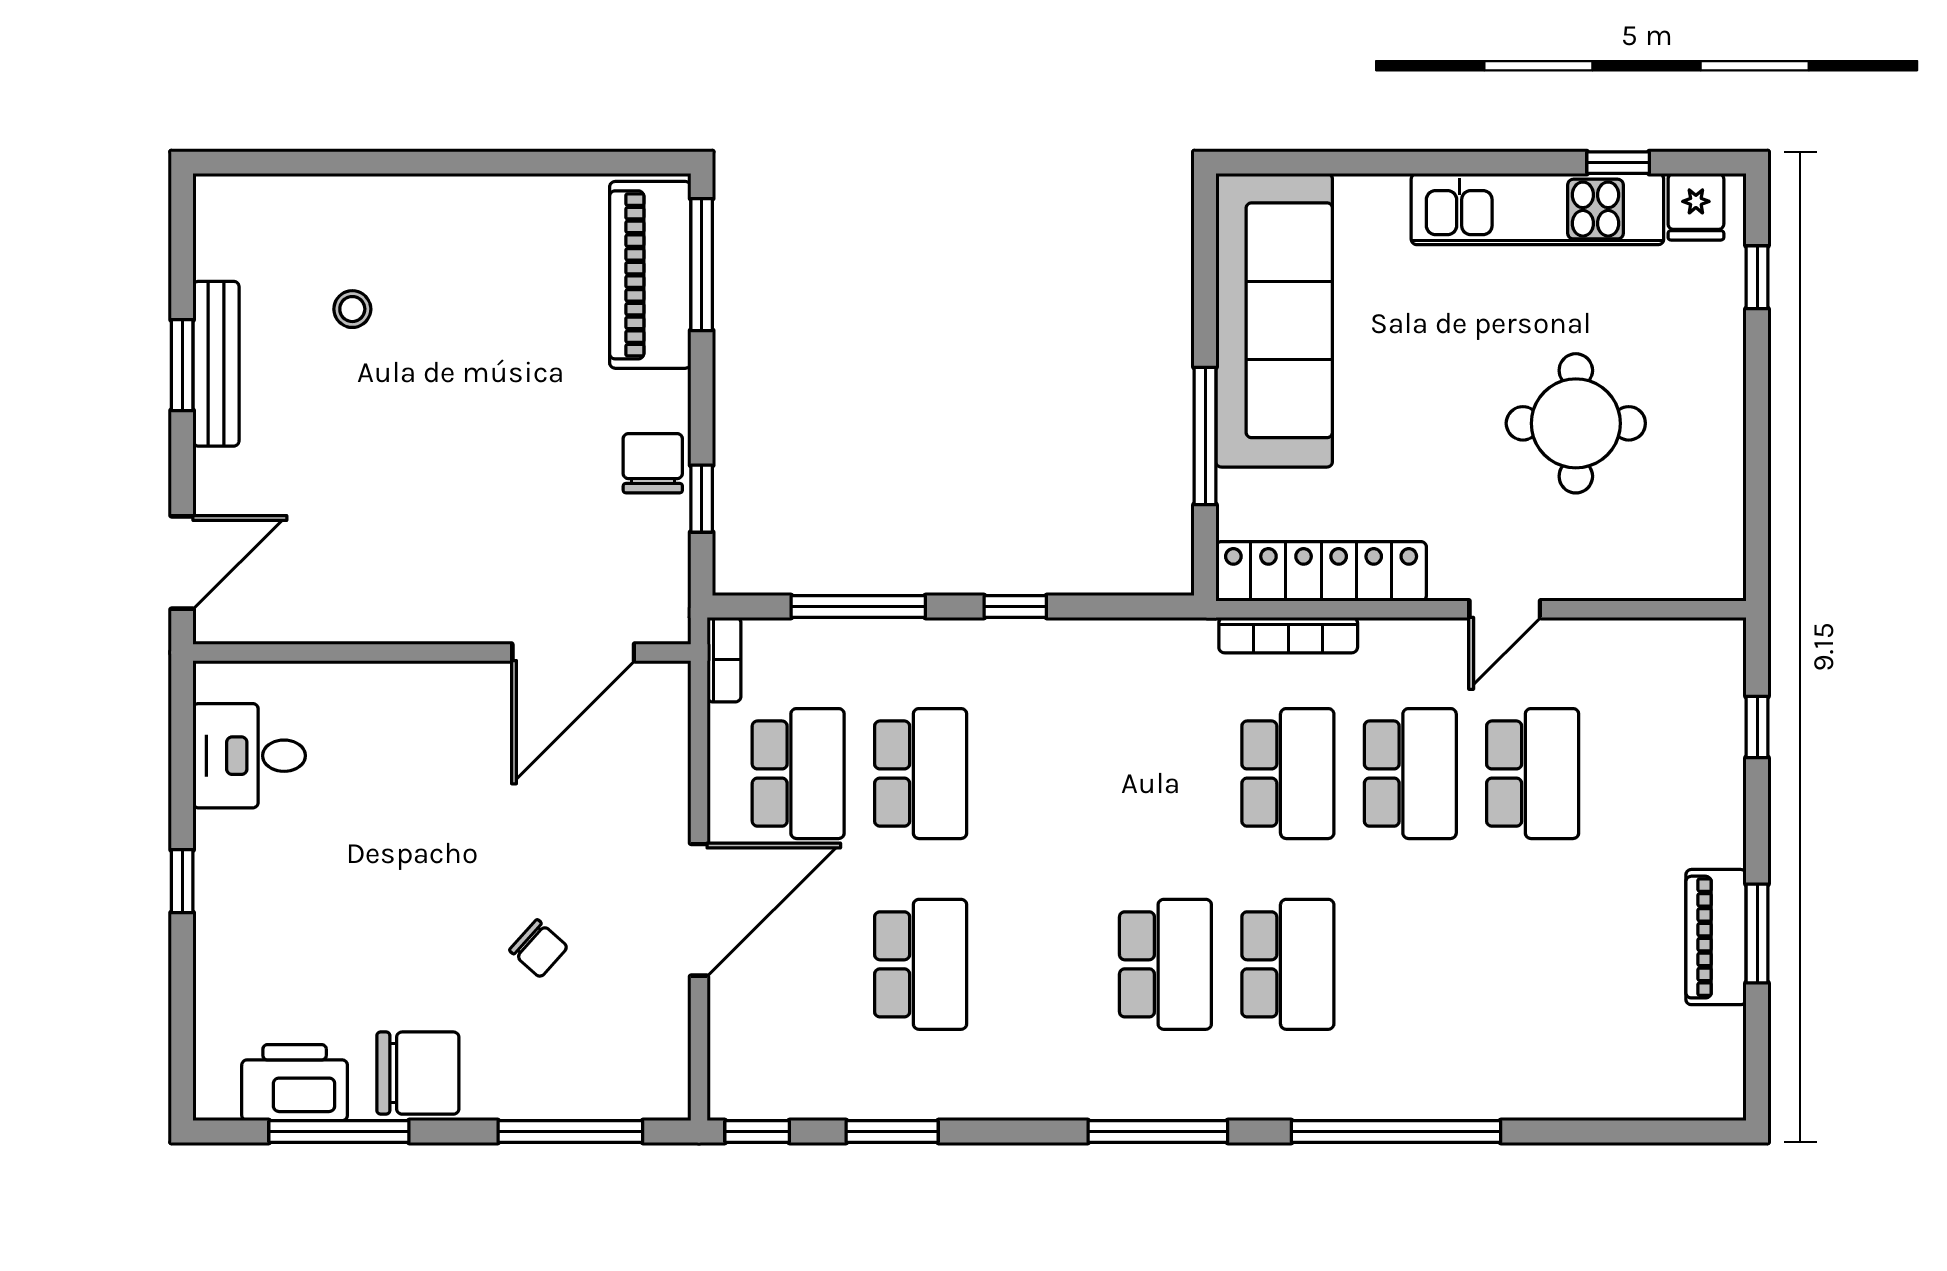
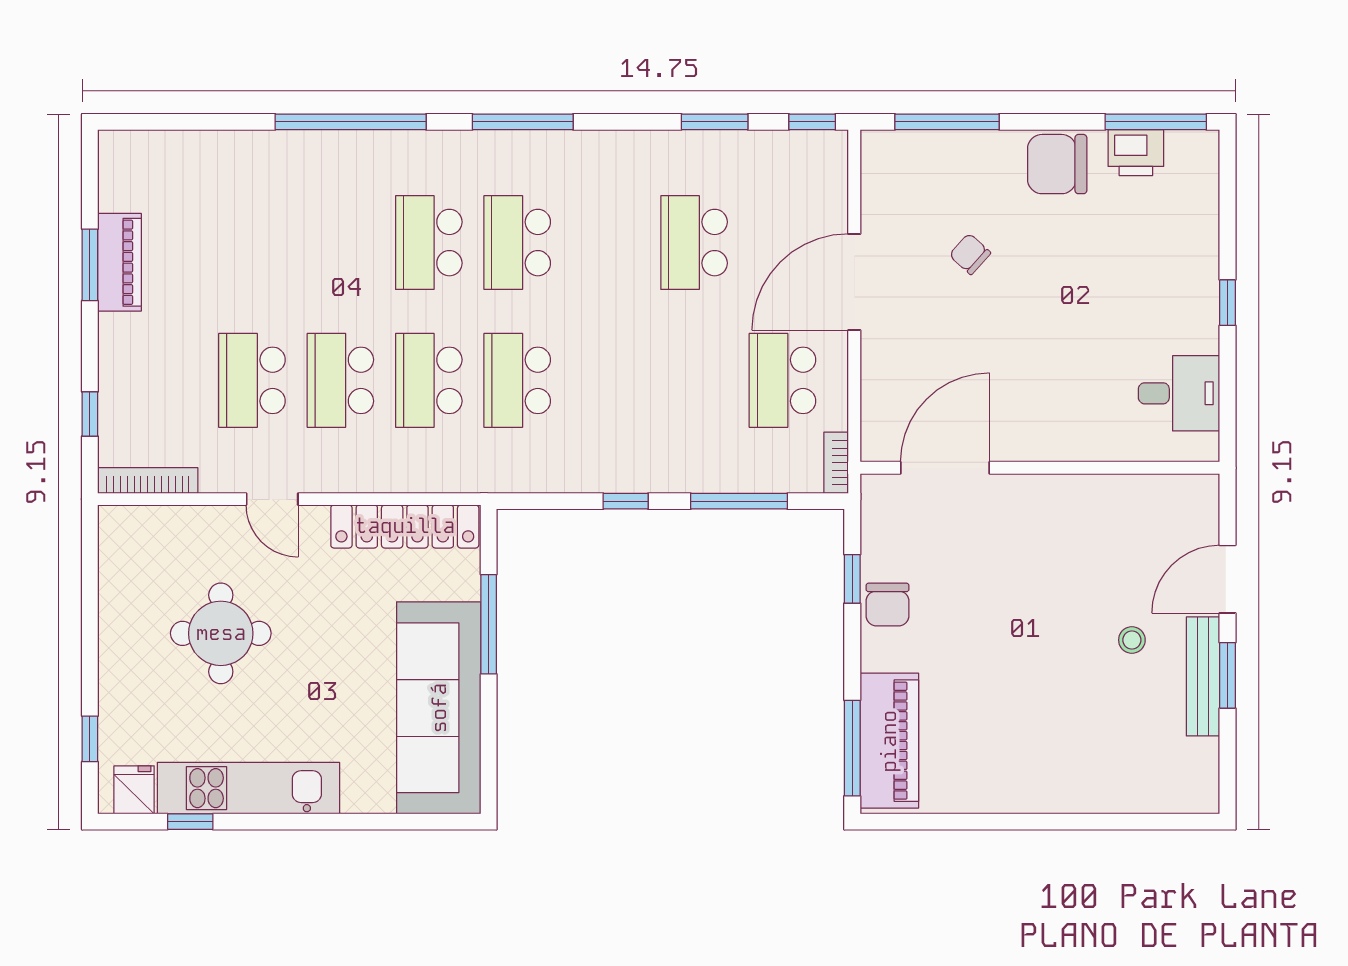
stool: (352, 309) -> (1132, 640), moved
door: (182, 562) -> (1227, 579), moved
door: (1505, 609) -> (272, 499), swing flipped
bookcase: (1288, 635) -> (148, 480), moved
school desk: (921, 774) -> (517, 380), moved
printer: (295, 1083) -> (1136, 153), width x0.73, depth x0.84
window: (339, 1131) -> (1156, 122), moved

